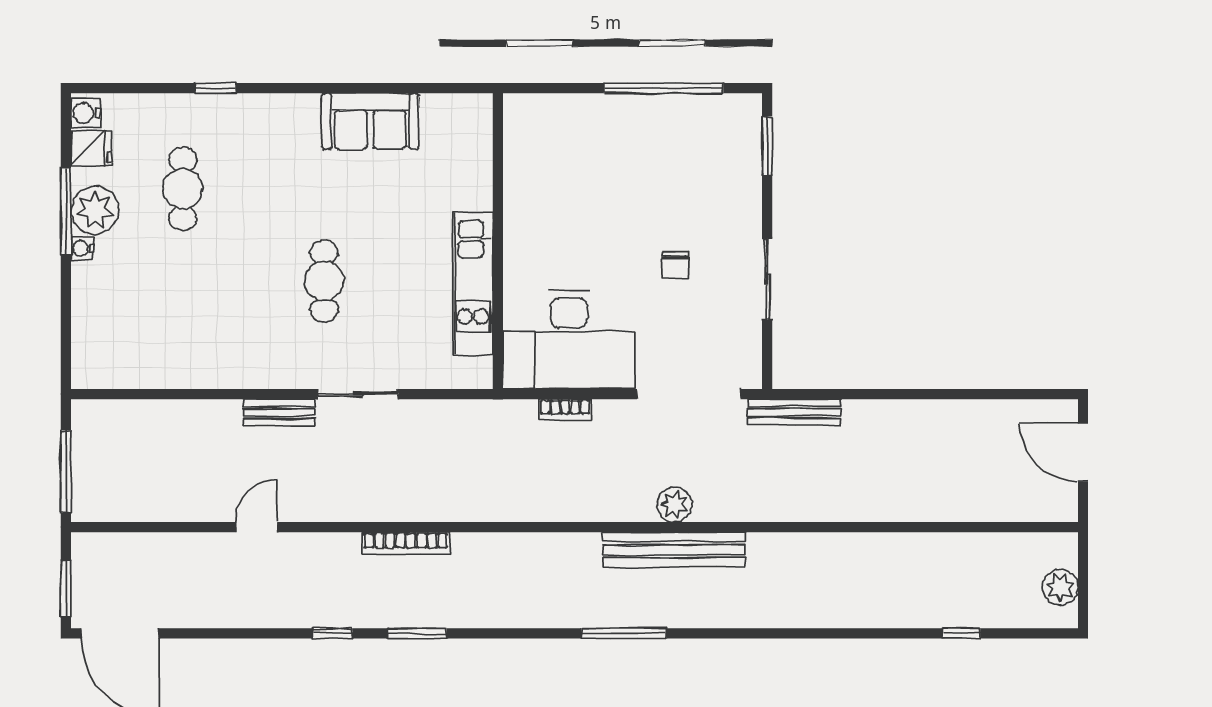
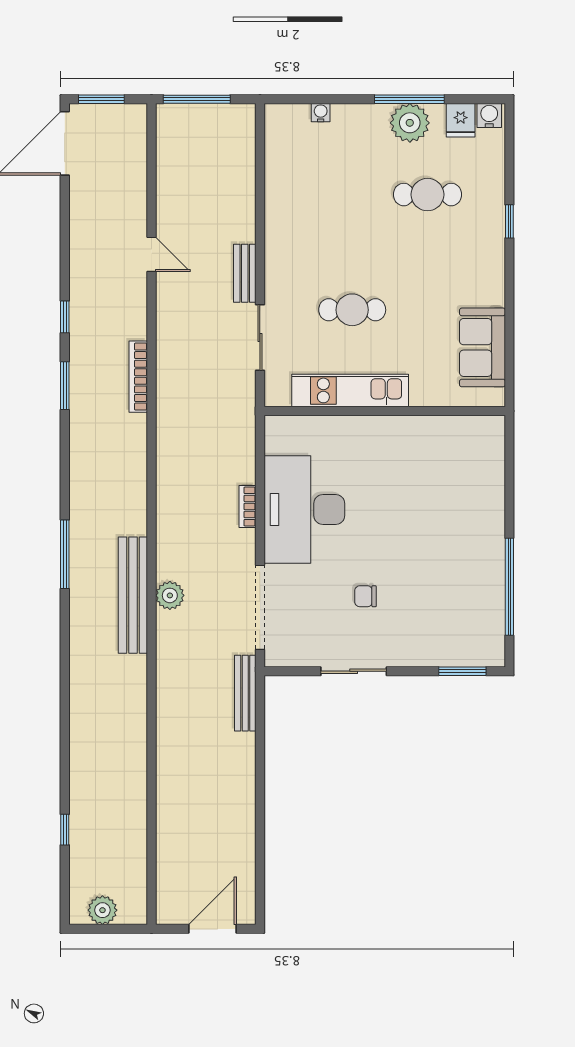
wall: (498, 241) -> (385, 411), moved
water cooler: (82, 248) -> (321, 113), moved
kitchen unit: (473, 283) -> (350, 390), moved

